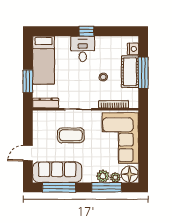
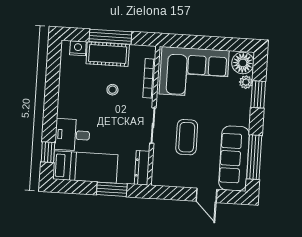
window: (87, 31) -> (48, 152), moved
desk: (83, 49) -> (72, 135), moved
plant: (103, 176) -> (243, 98), removed
window: (107, 187) -> (258, 94), width x0.69

